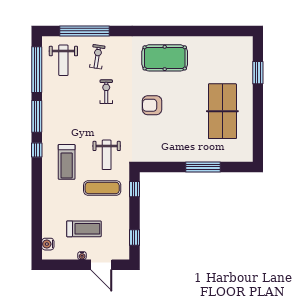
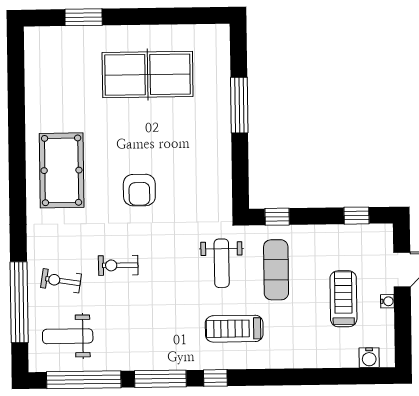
weight bench: (63, 60) -> (68, 336), turned 180
weight bench: (107, 155) -> (222, 263), turned 90
treadmill: (67, 162) -> (234, 329), turned 180

